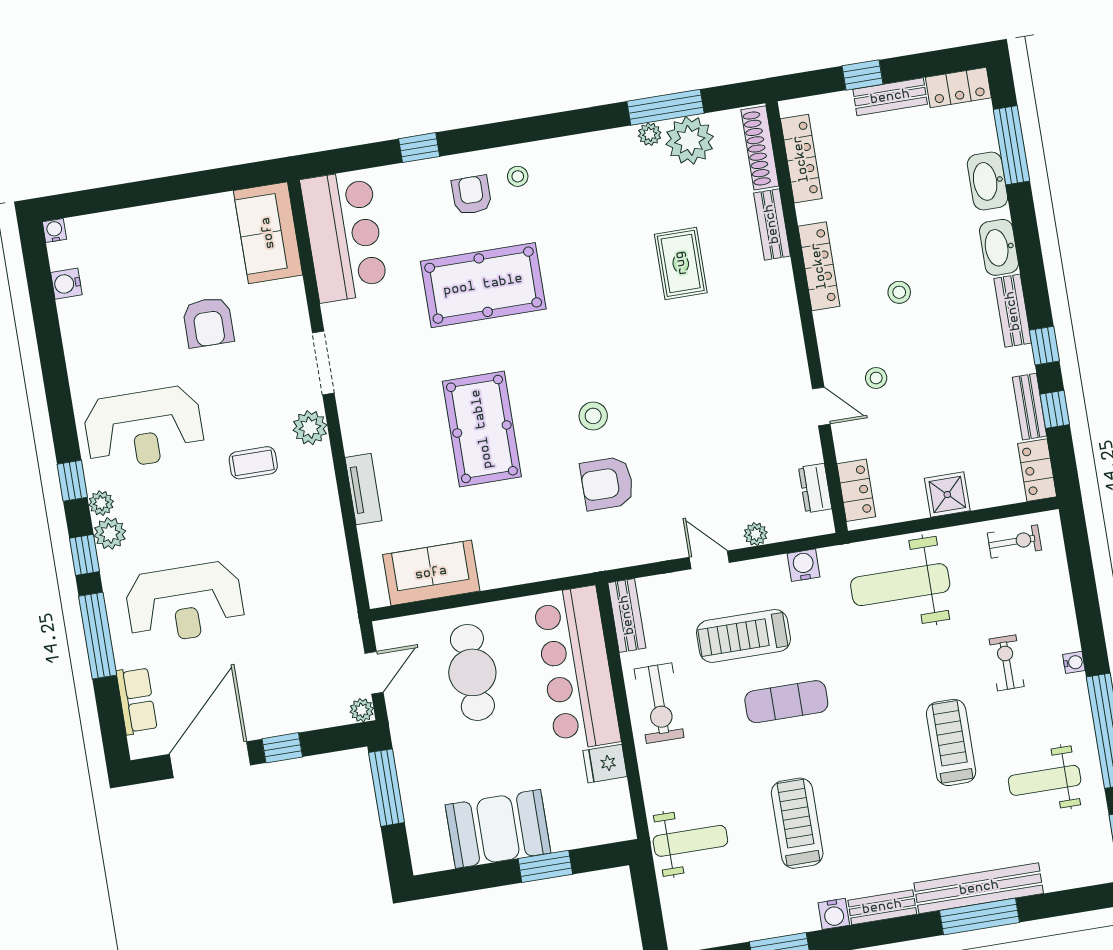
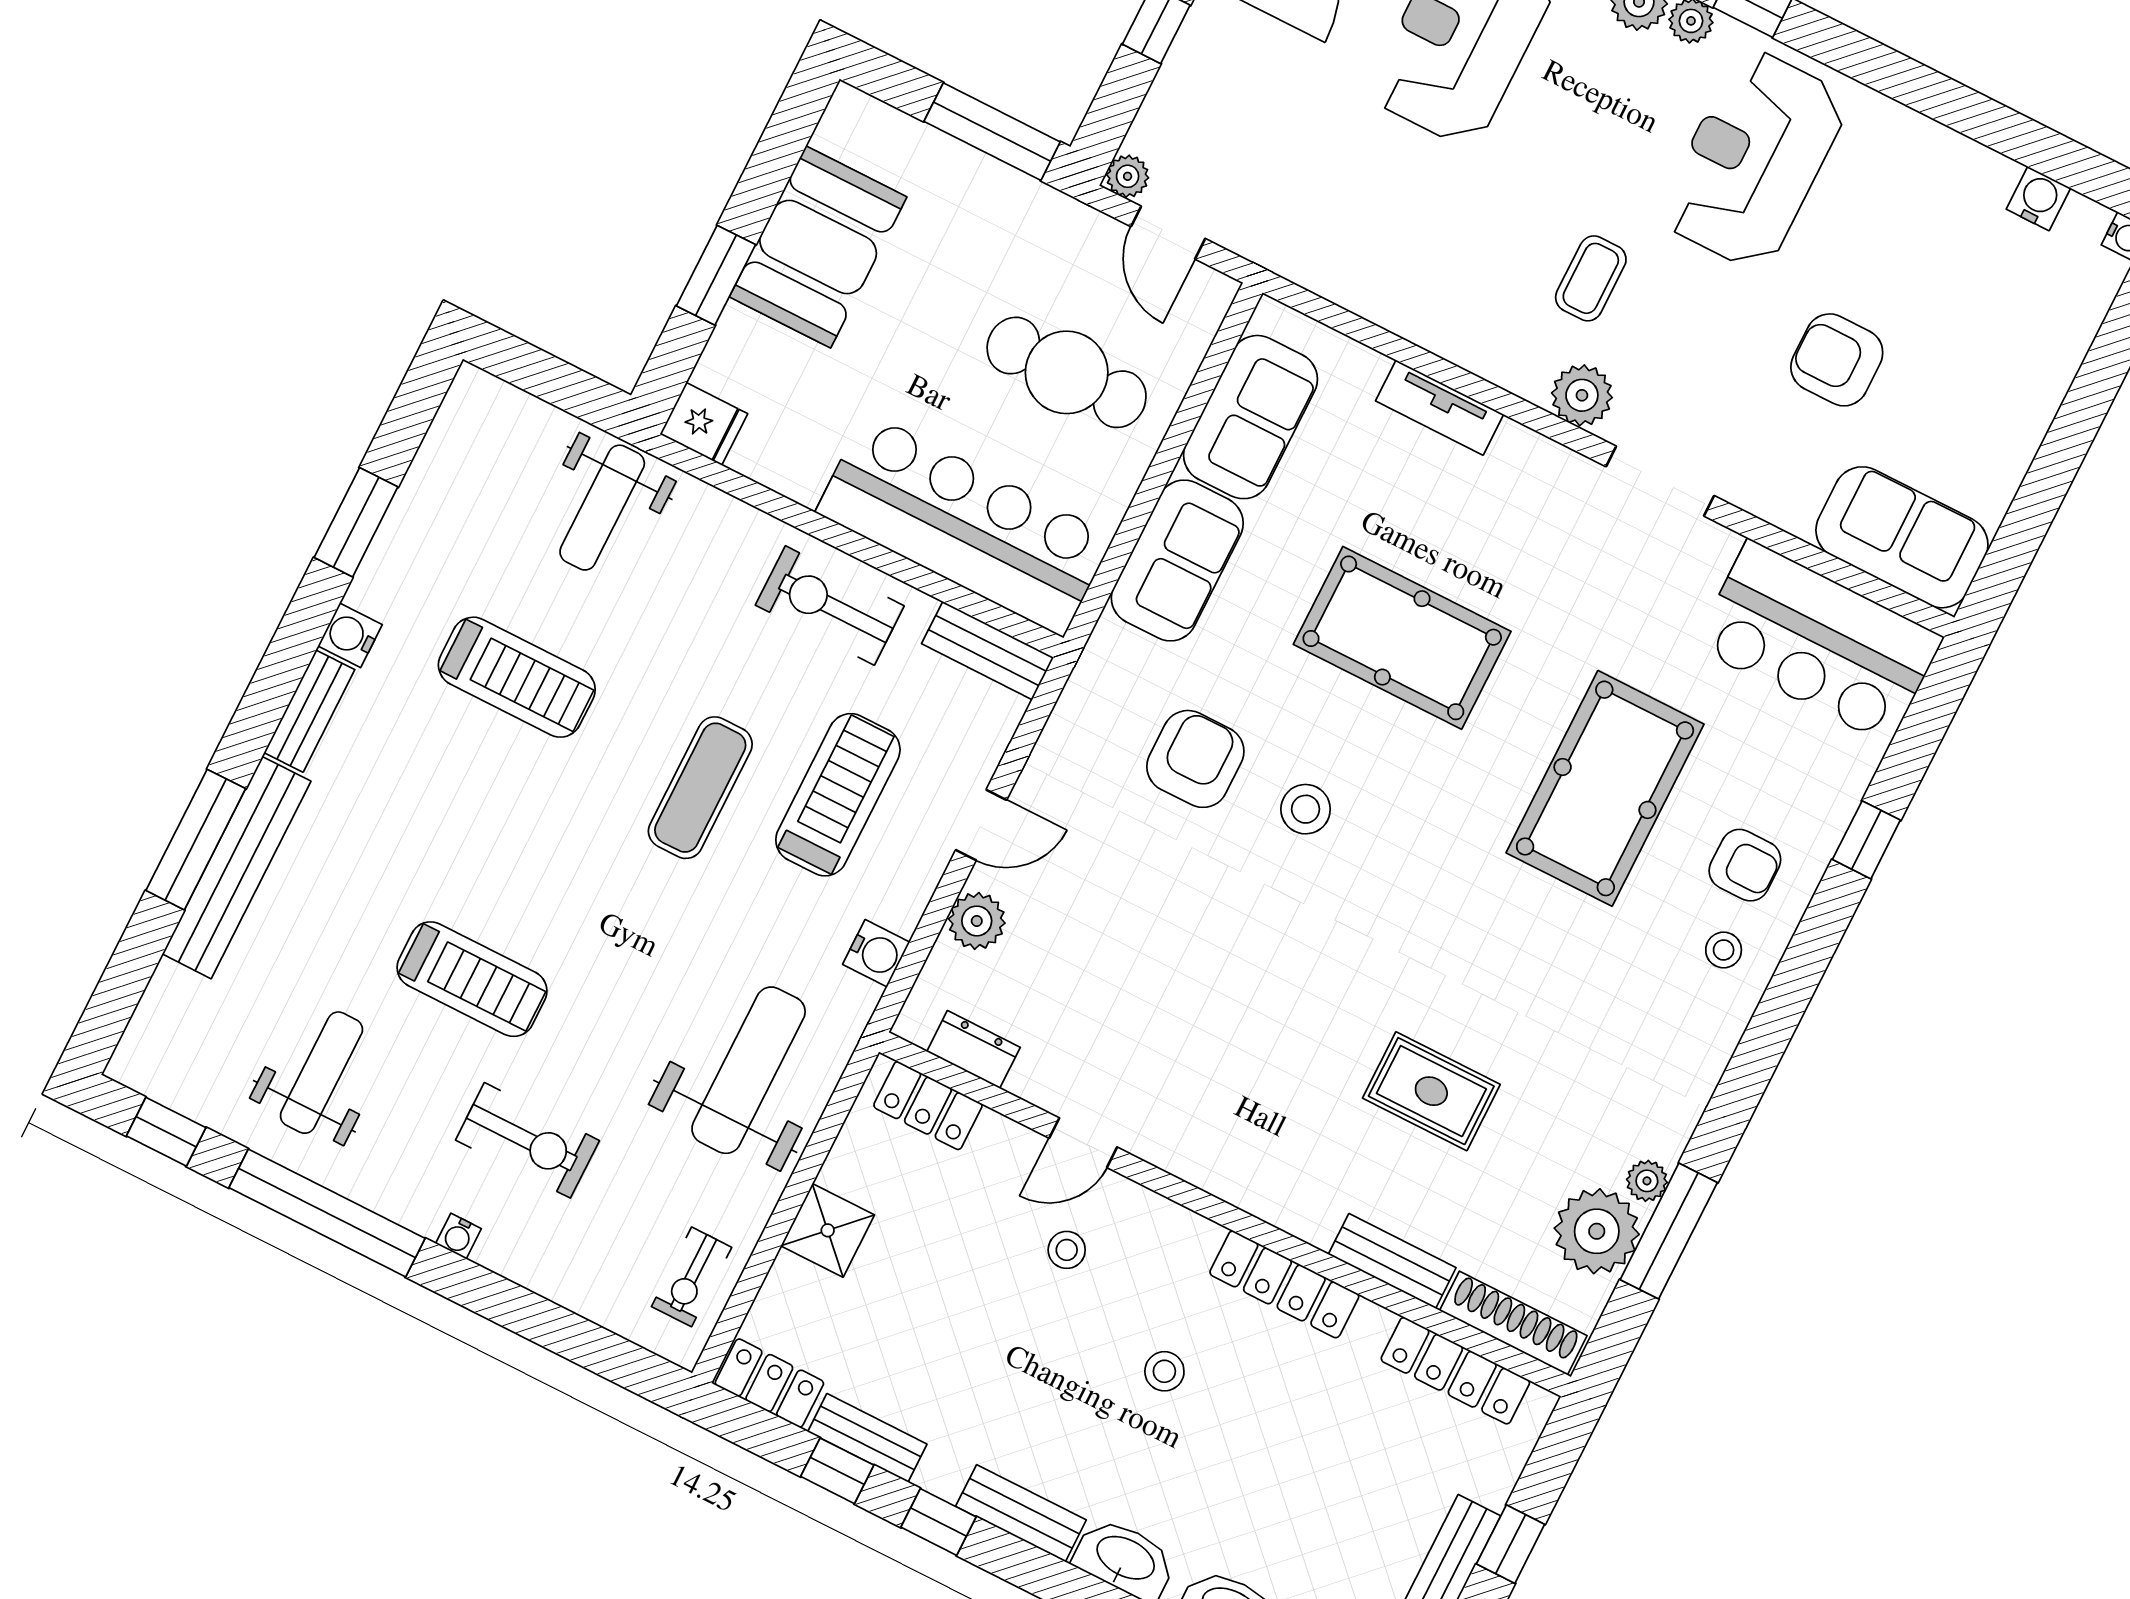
plant: (756, 534) -> (977, 921), width x1.38, depth x1.38
sofa: (522, 558) -> (1177, 560), added
exercise bike: (1007, 663) -> (527, 1140), width x1.38, depth x1.39
fridge: (605, 764) -> (704, 424), moved, turned 90

